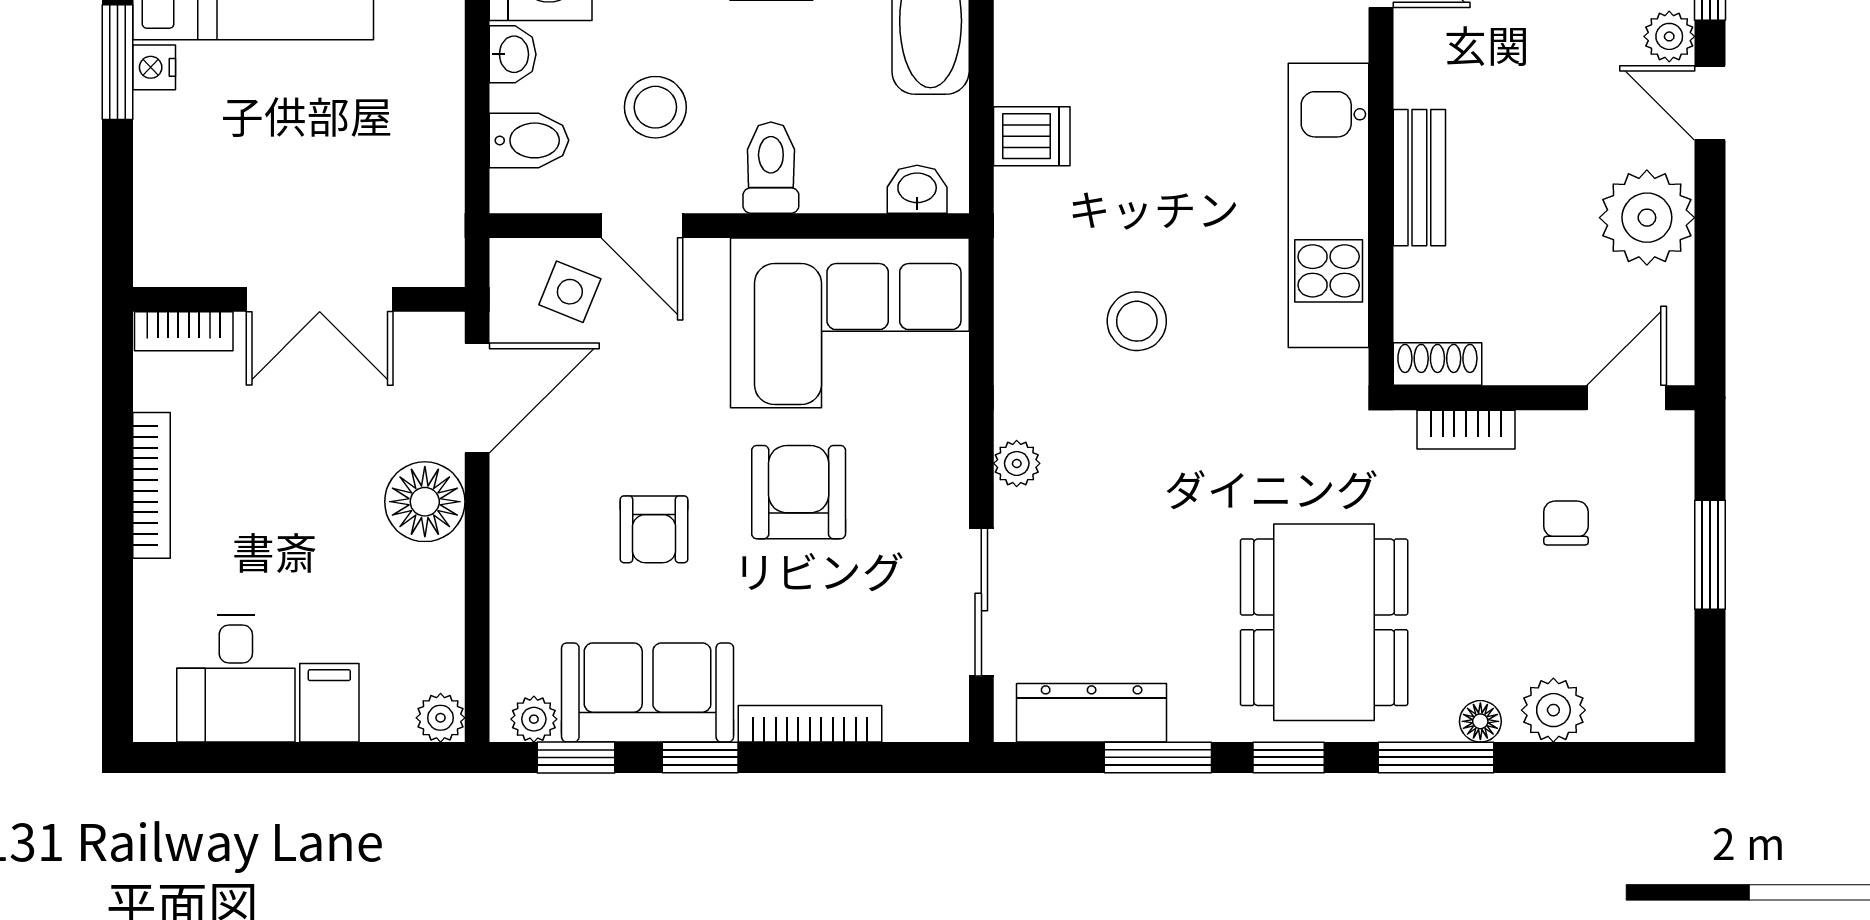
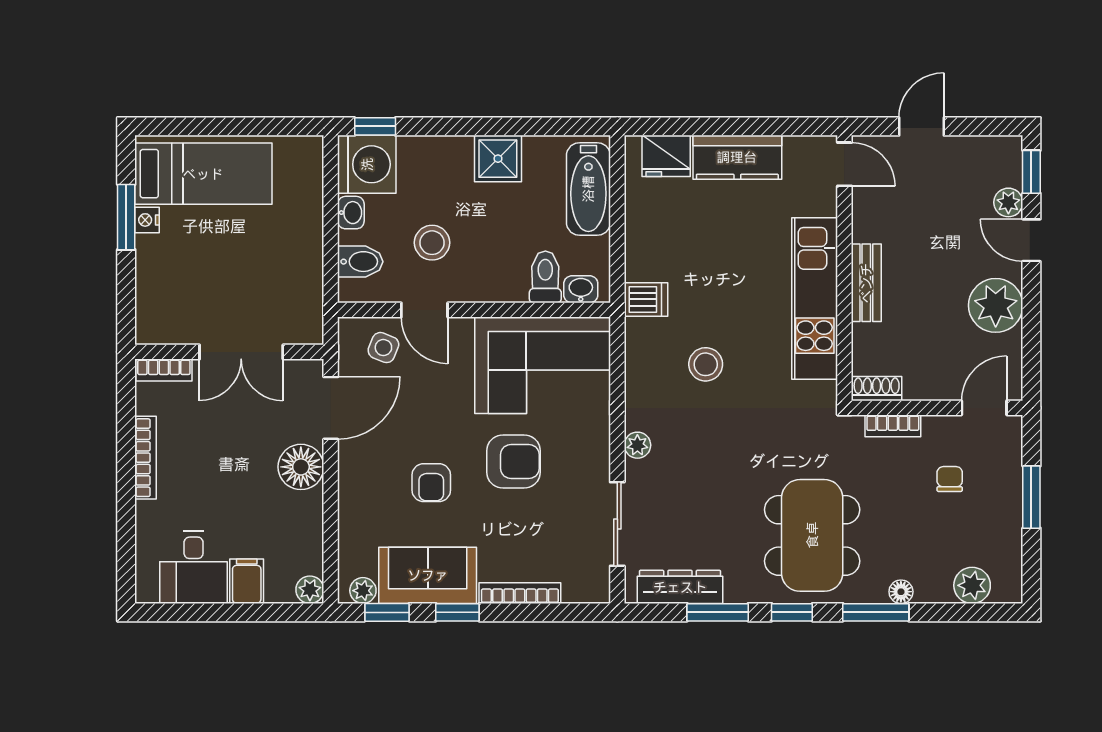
dishwasher: (1032, 136) -> (646, 299), moved
toilet: (771, 168) -> (545, 277), moved
armchair: (799, 492) -> (513, 461), turned 90
plant: (1553, 710) -> (972, 585), moved

